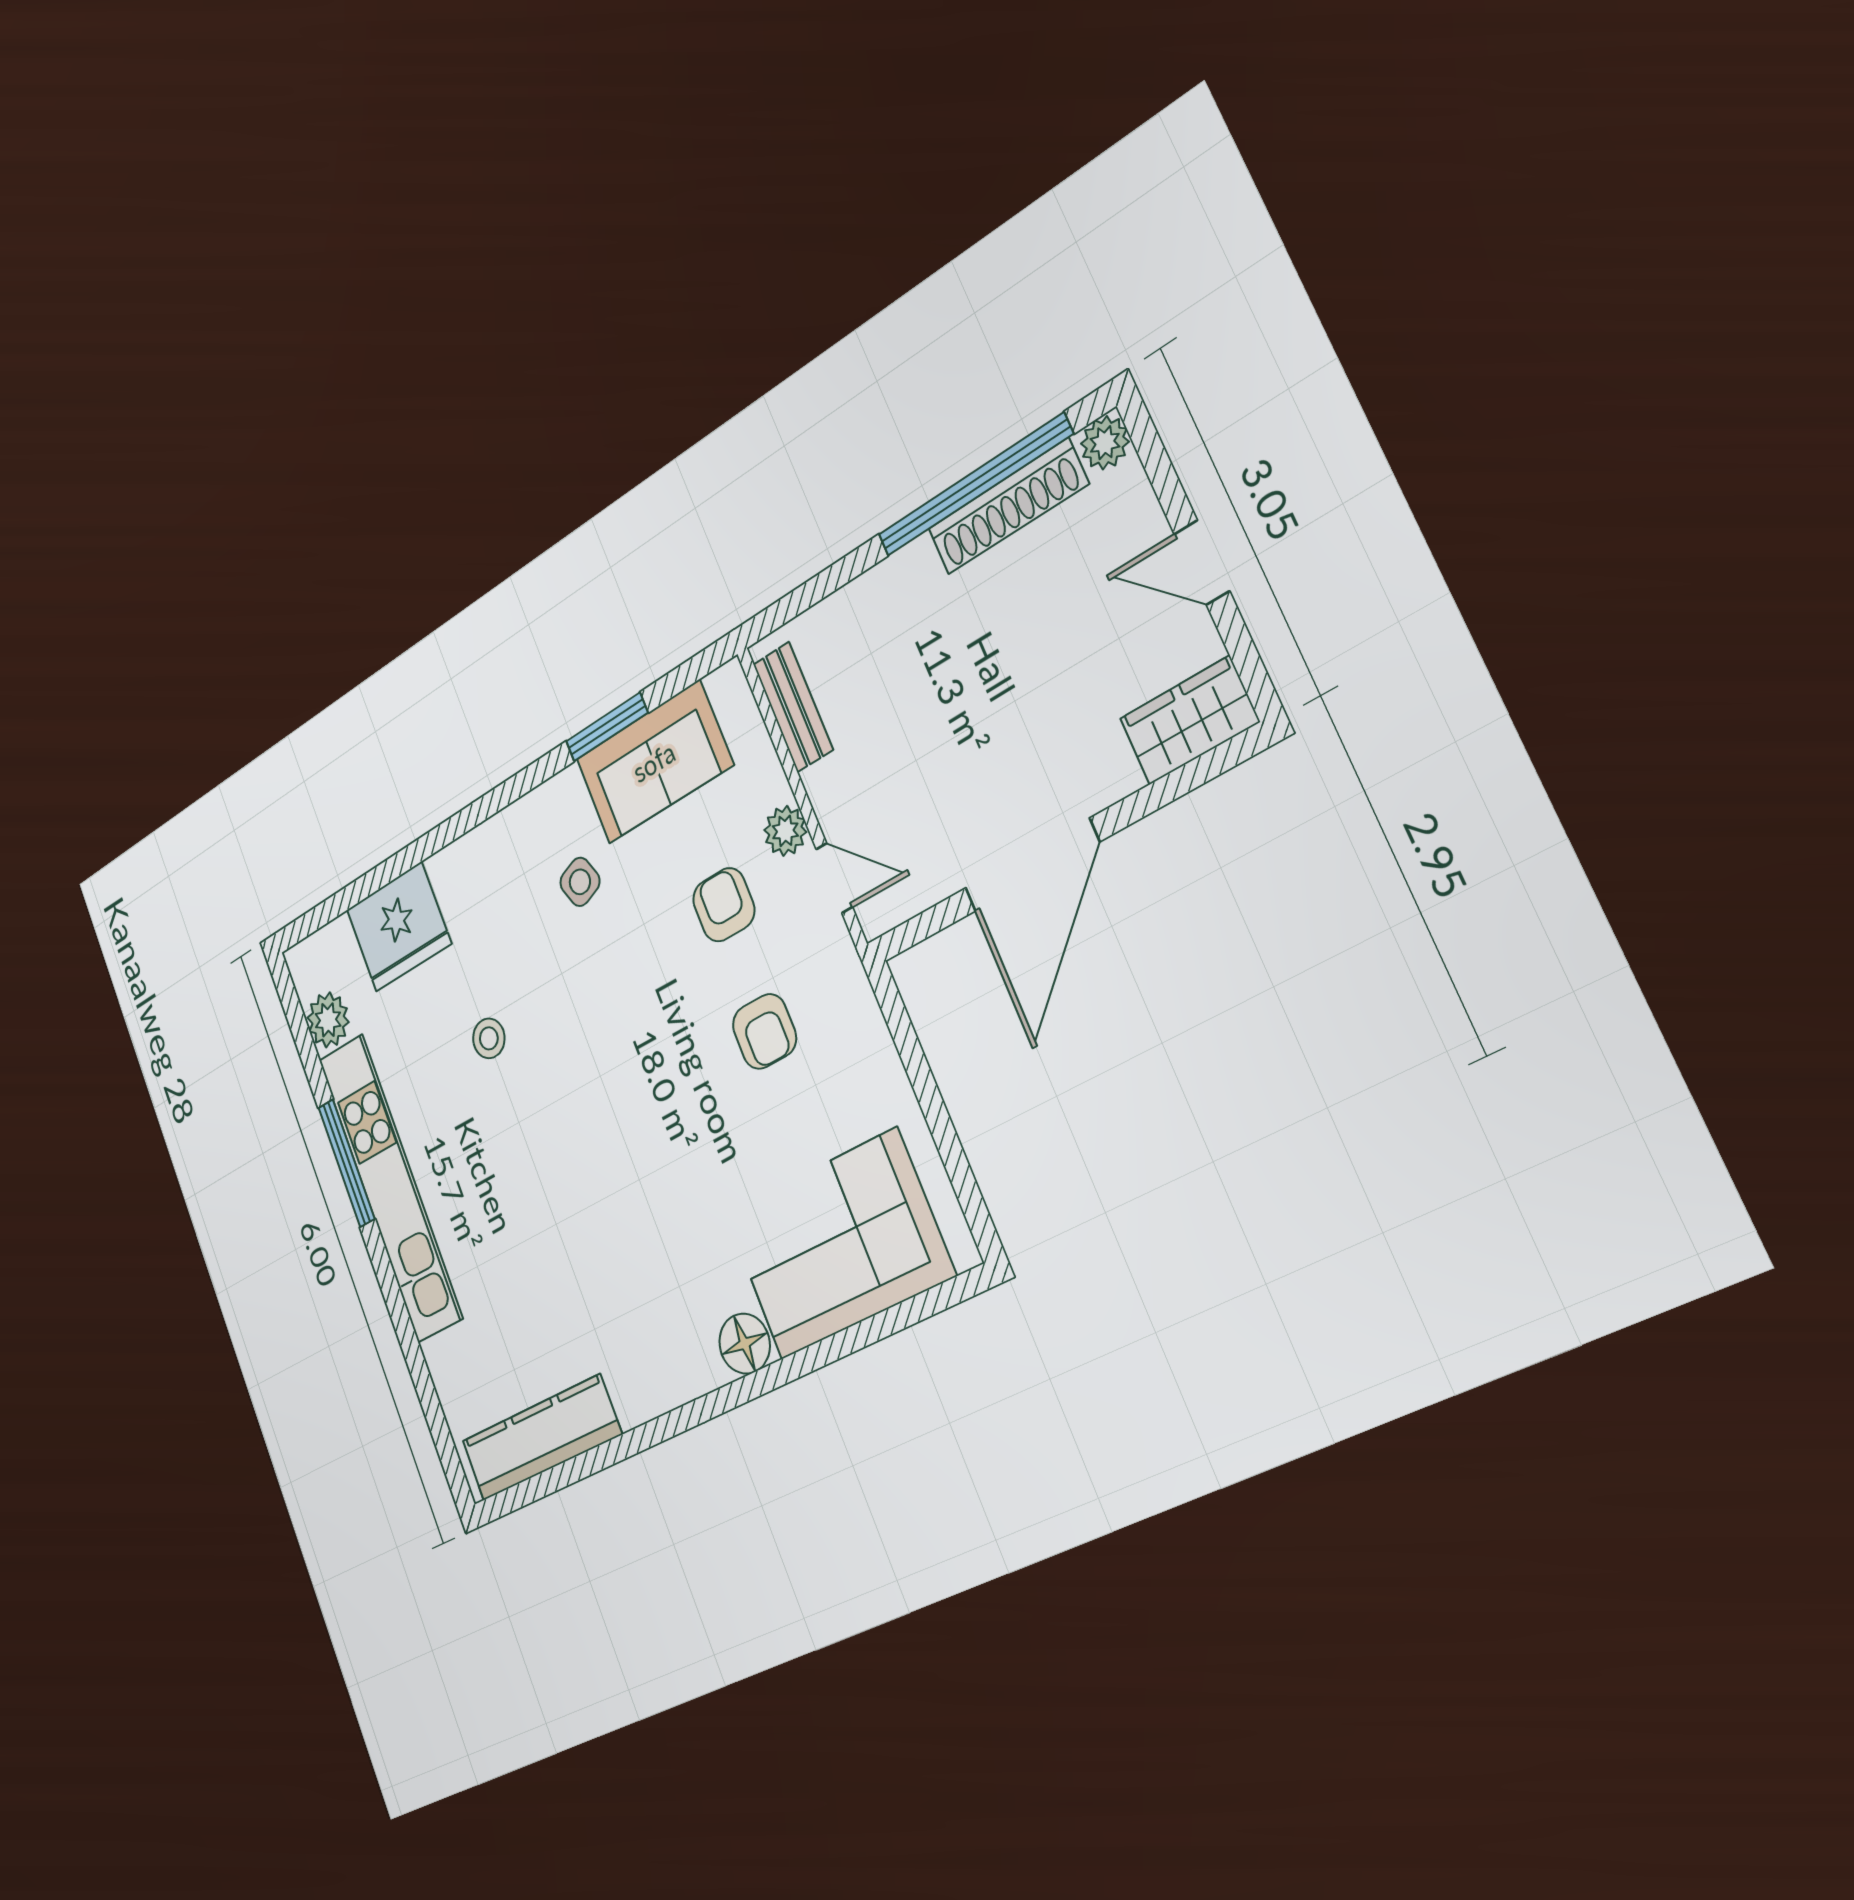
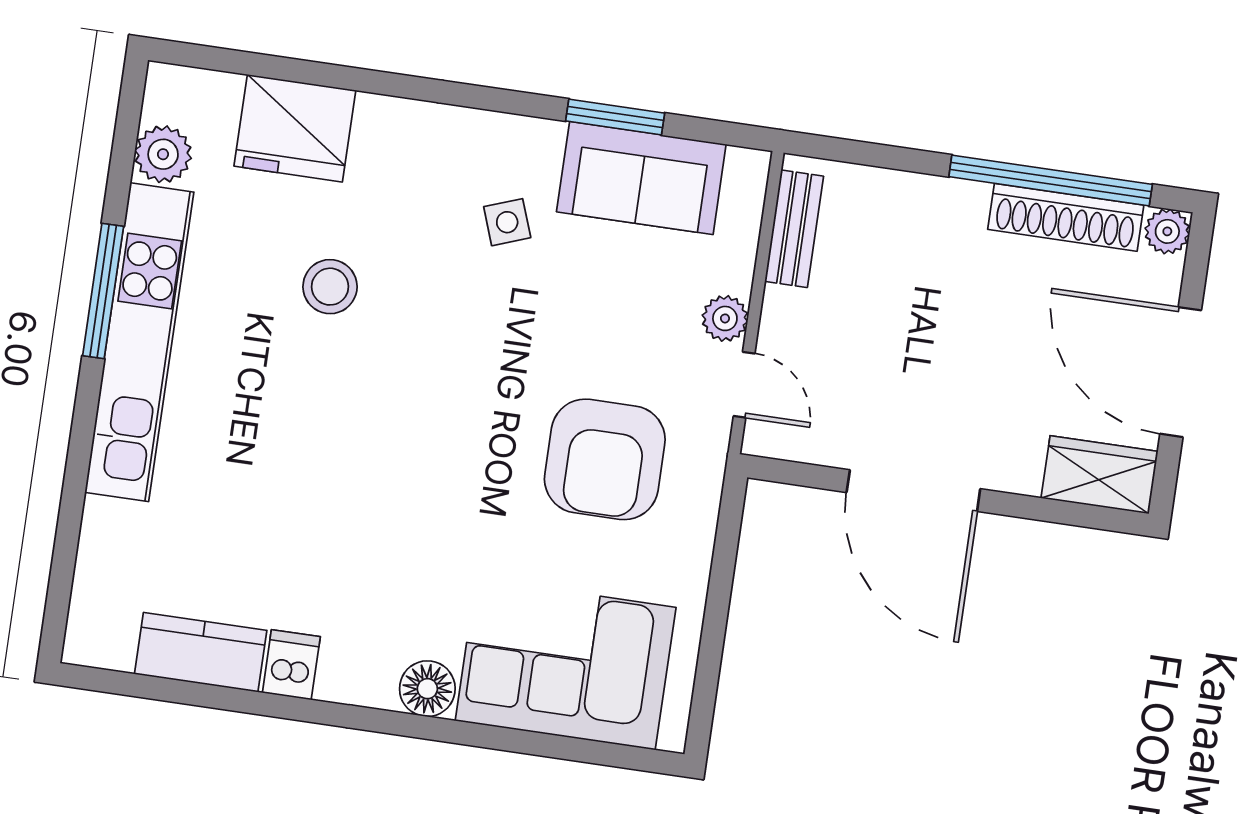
door: (1202, 562) -> (1181, 372), width x1.88
door: (1032, 865) -> (913, 491), hinge flipped
armchair: (724, 905) -> (632, 336), removed
armchair: (764, 1031) -> (605, 459), width x1.88, depth x1.88
stool: (489, 1038) -> (330, 287), width x1.37, depth x1.37
dishwasher: (633, 1392) -> (291, 665), added
kitchen counter: (541, 1438) -> (201, 652), width x0.67

